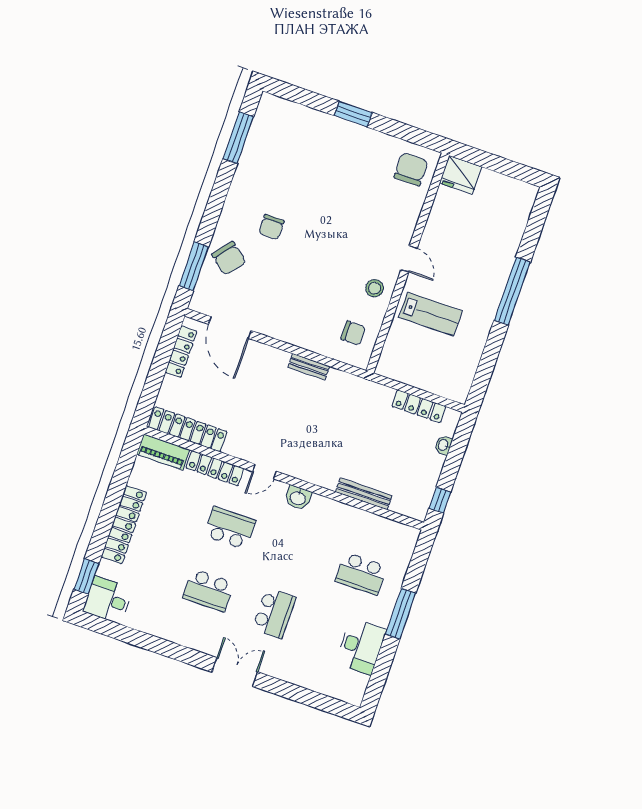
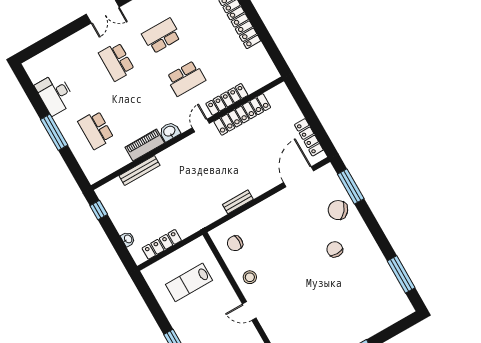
lab bench: (431, 314) -> (189, 282), moved
door: (230, 327) -> (299, 177), hinge flipped
locker: (188, 429) -> (242, 114), moved
piano: (163, 452) -> (145, 145), moved
school desk: (361, 574) -> (96, 130), turned -90

